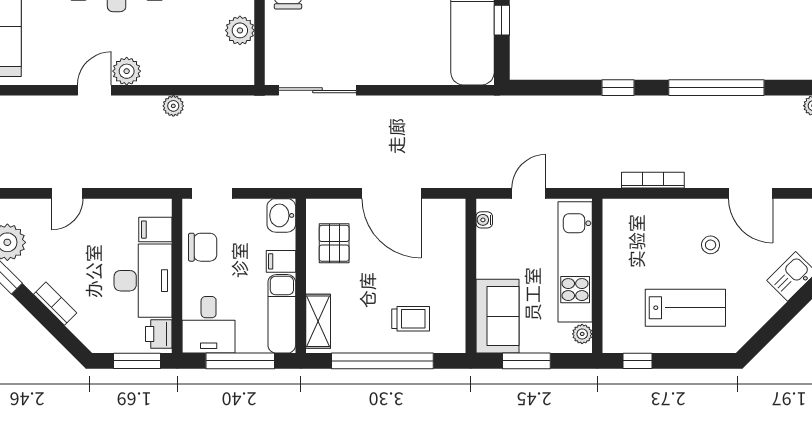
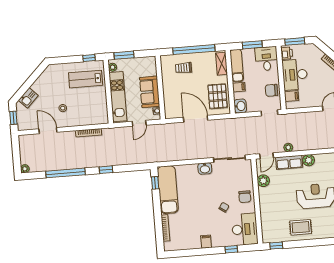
window: (502, 20) -> (155, 183), moved
row of seats: (174, 70) -> (289, 162), added
washbasin: (379, 71) -> (205, 168), added
door: (94, 90) -> (266, 156), moved
pallet: (334, 243) -> (218, 96), width x1.50, depth x1.42
lab bench: (685, 308) -> (86, 79), moved
sofa: (497, 316) -> (150, 92), moved
window: (240, 361) -> (252, 45), width x0.69
window: (526, 361) -> (124, 55), moved

